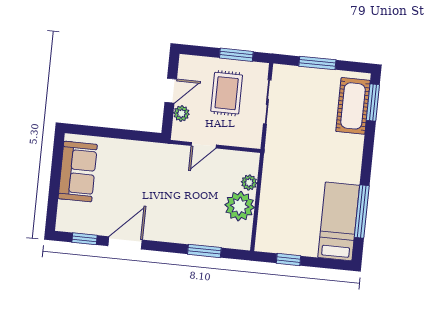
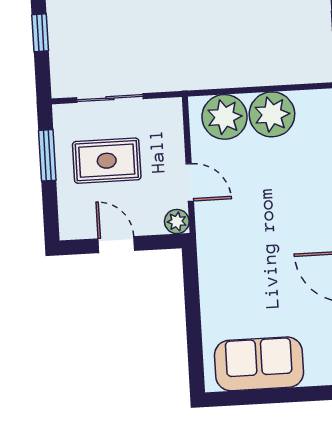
window: (317, 63) -> (40, 33), width x0.67
plant: (181, 113) -> (177, 221), moved
plant: (249, 182) -> (225, 117), width x1.88, depth x1.88

